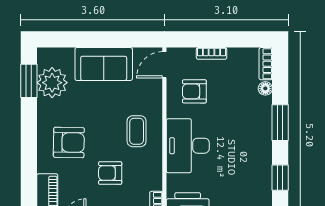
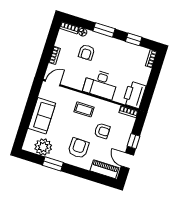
door: (164, 65) -> (53, 83), swing flipped
window: (29, 81) -> (53, 164), moved
armchair: (194, 91) -> (87, 52), moved
armchair: (110, 173) -> (102, 131), turned -90

